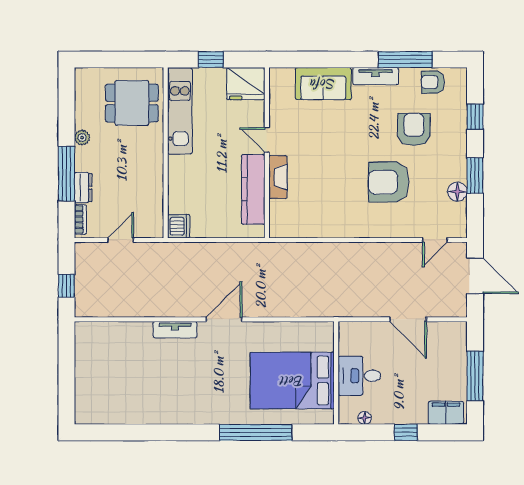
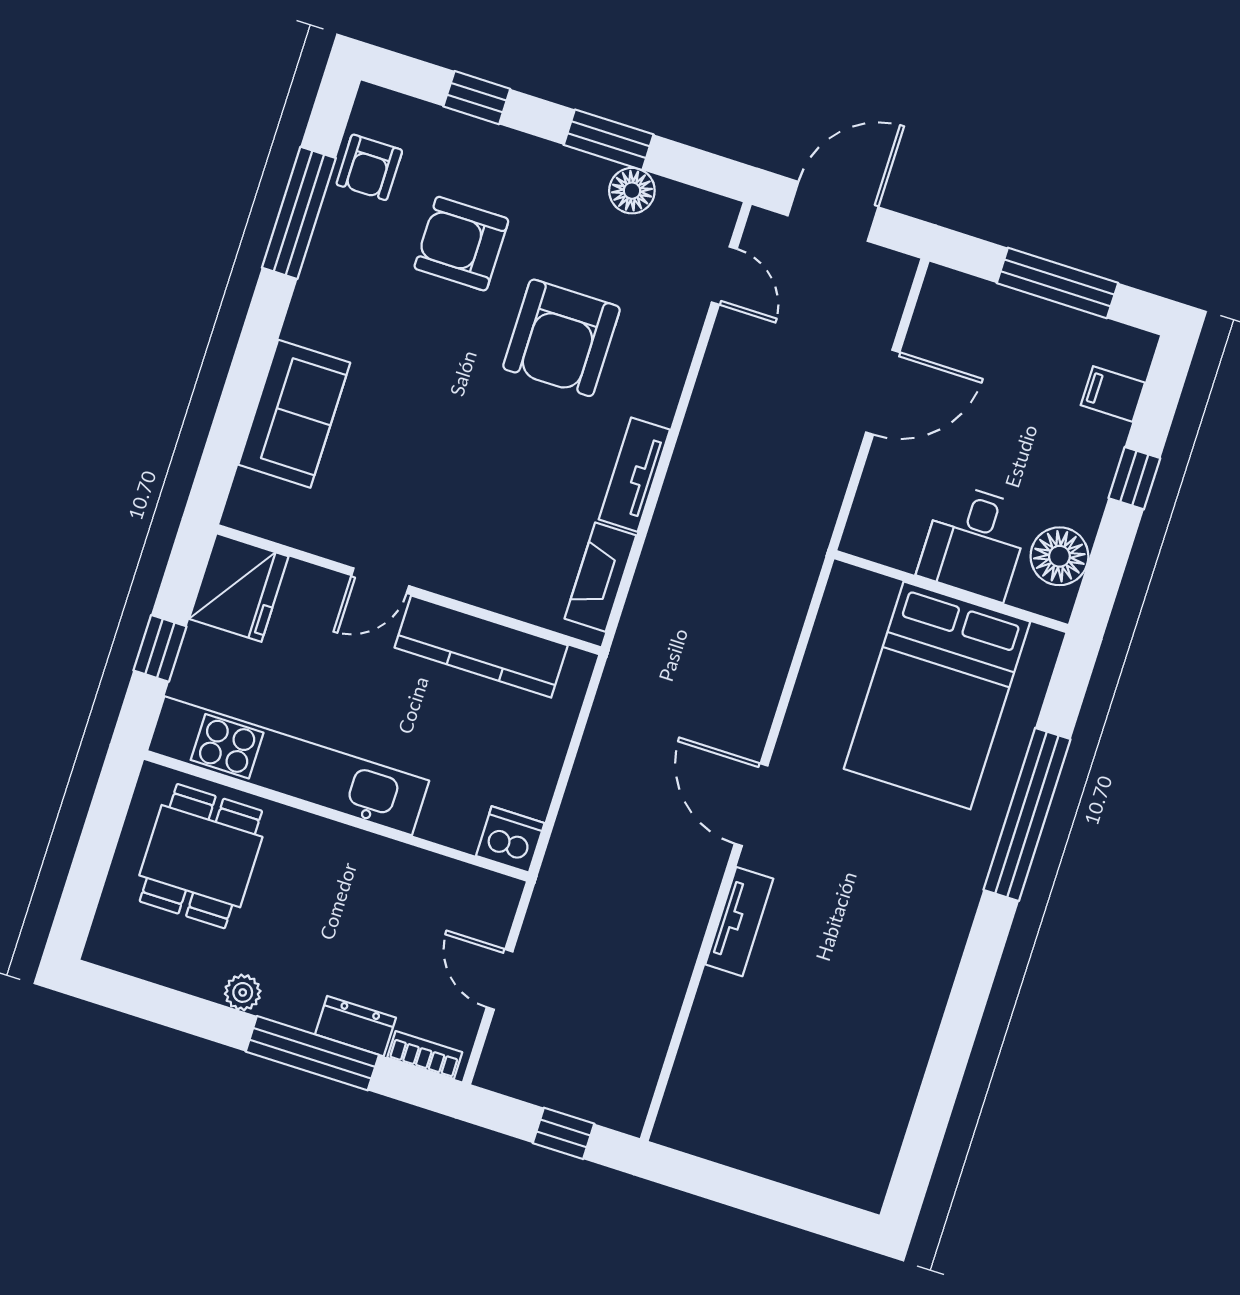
tv unit: (376, 76) -> (634, 475), moved, turned 180
kitchen unit: (180, 111) -> (288, 766), width x1.36
fireplace: (278, 177) -> (600, 577), moved, turned -90
filing cabinet: (446, 413) -> (1113, 394), width x0.50
floor lamp: (365, 418) -> (1059, 556), width x1.89, depth x1.89

